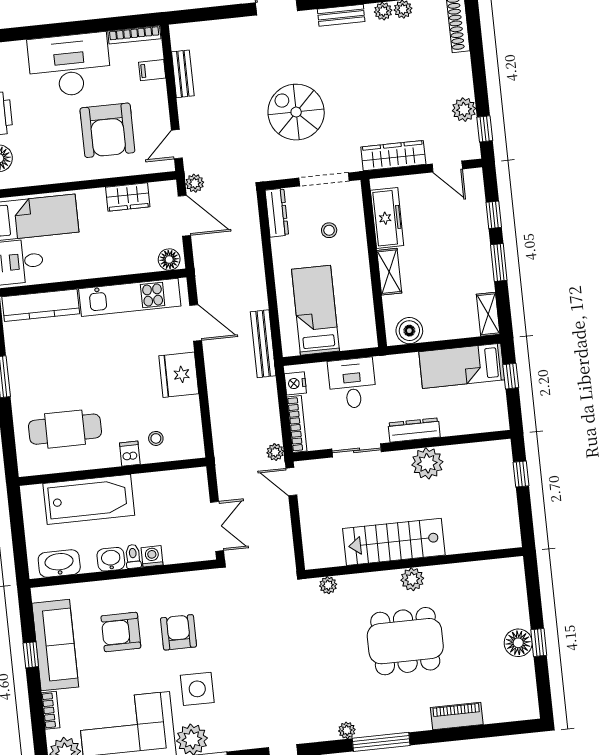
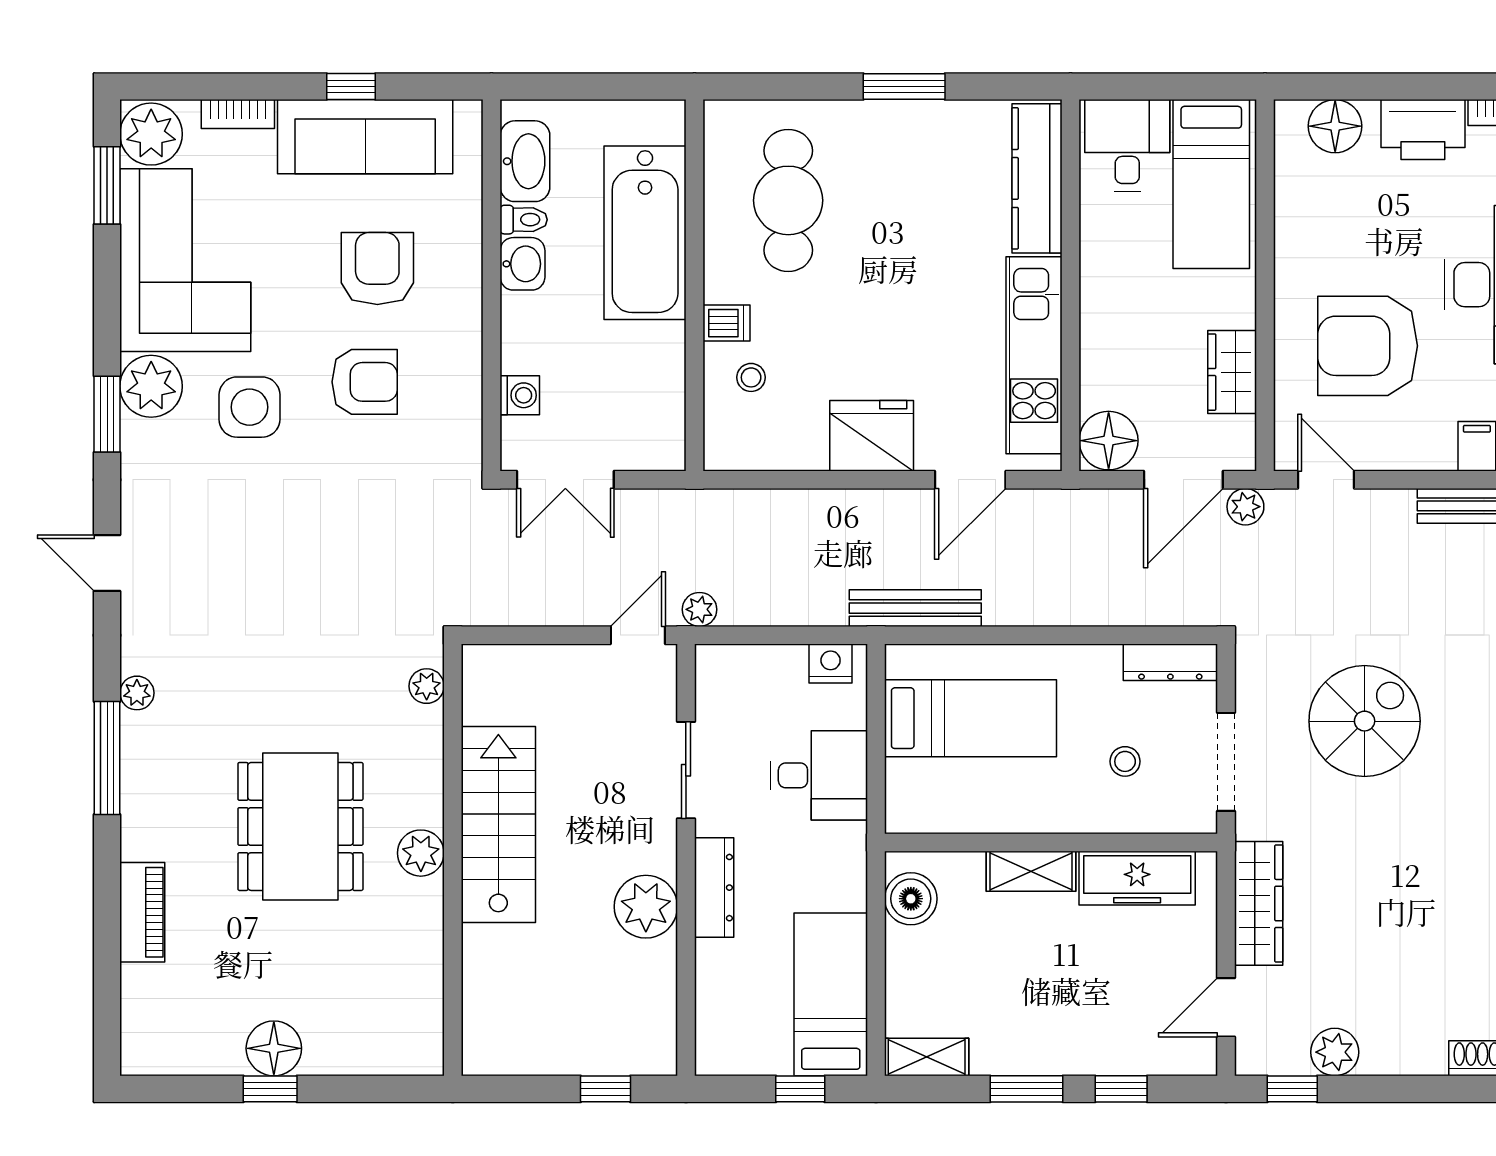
floor lamp: (169, 259) -> (1109, 441), width x1.38, depth x1.38
bookcase: (297, 424) -> (750, 658), removed
toilet: (133, 556) -> (524, 220), moved
washing machine: (152, 556) -> (520, 395), moved

